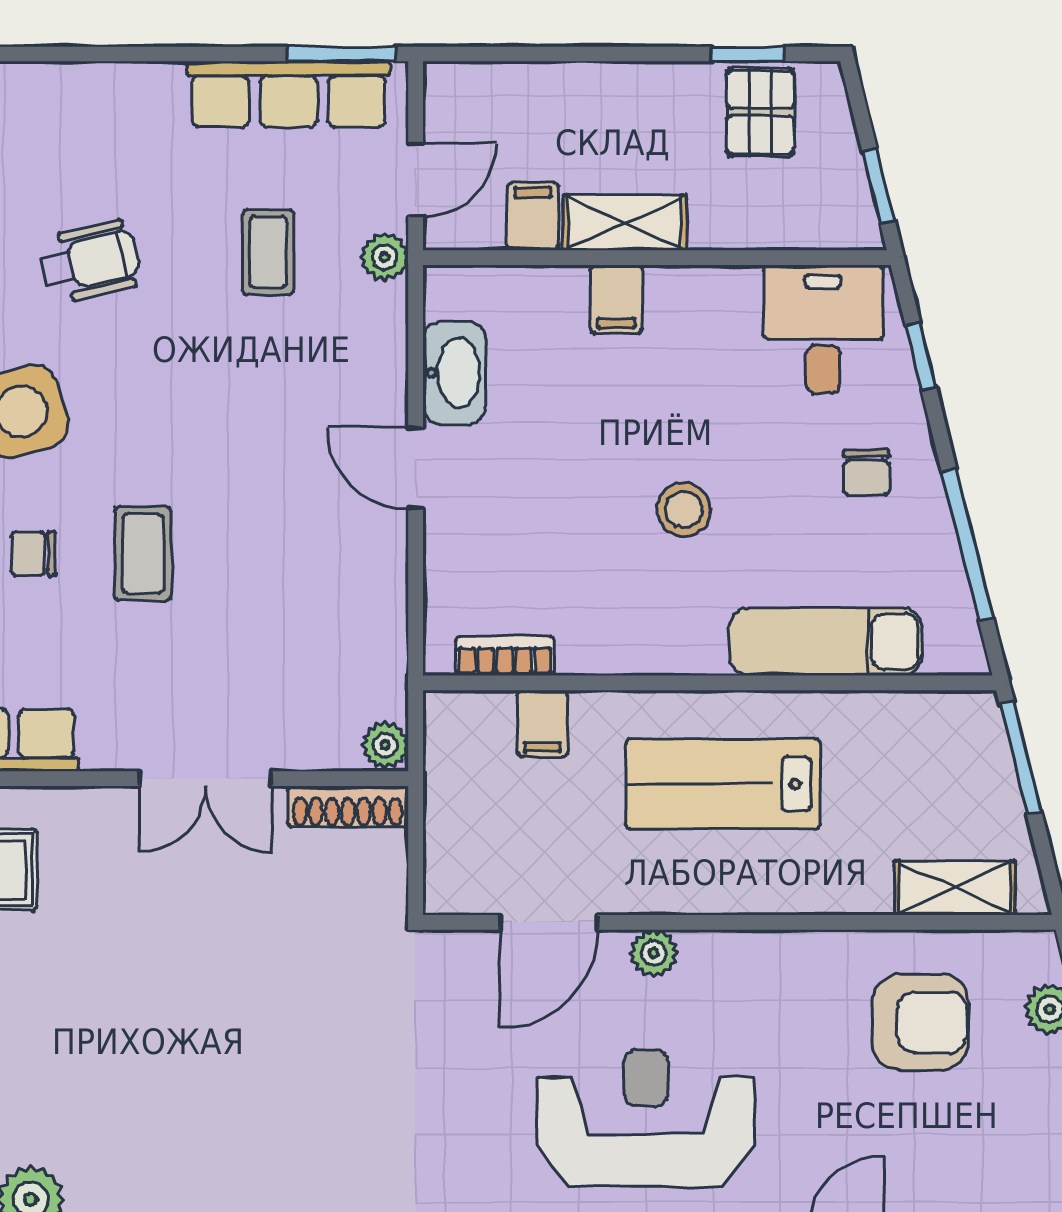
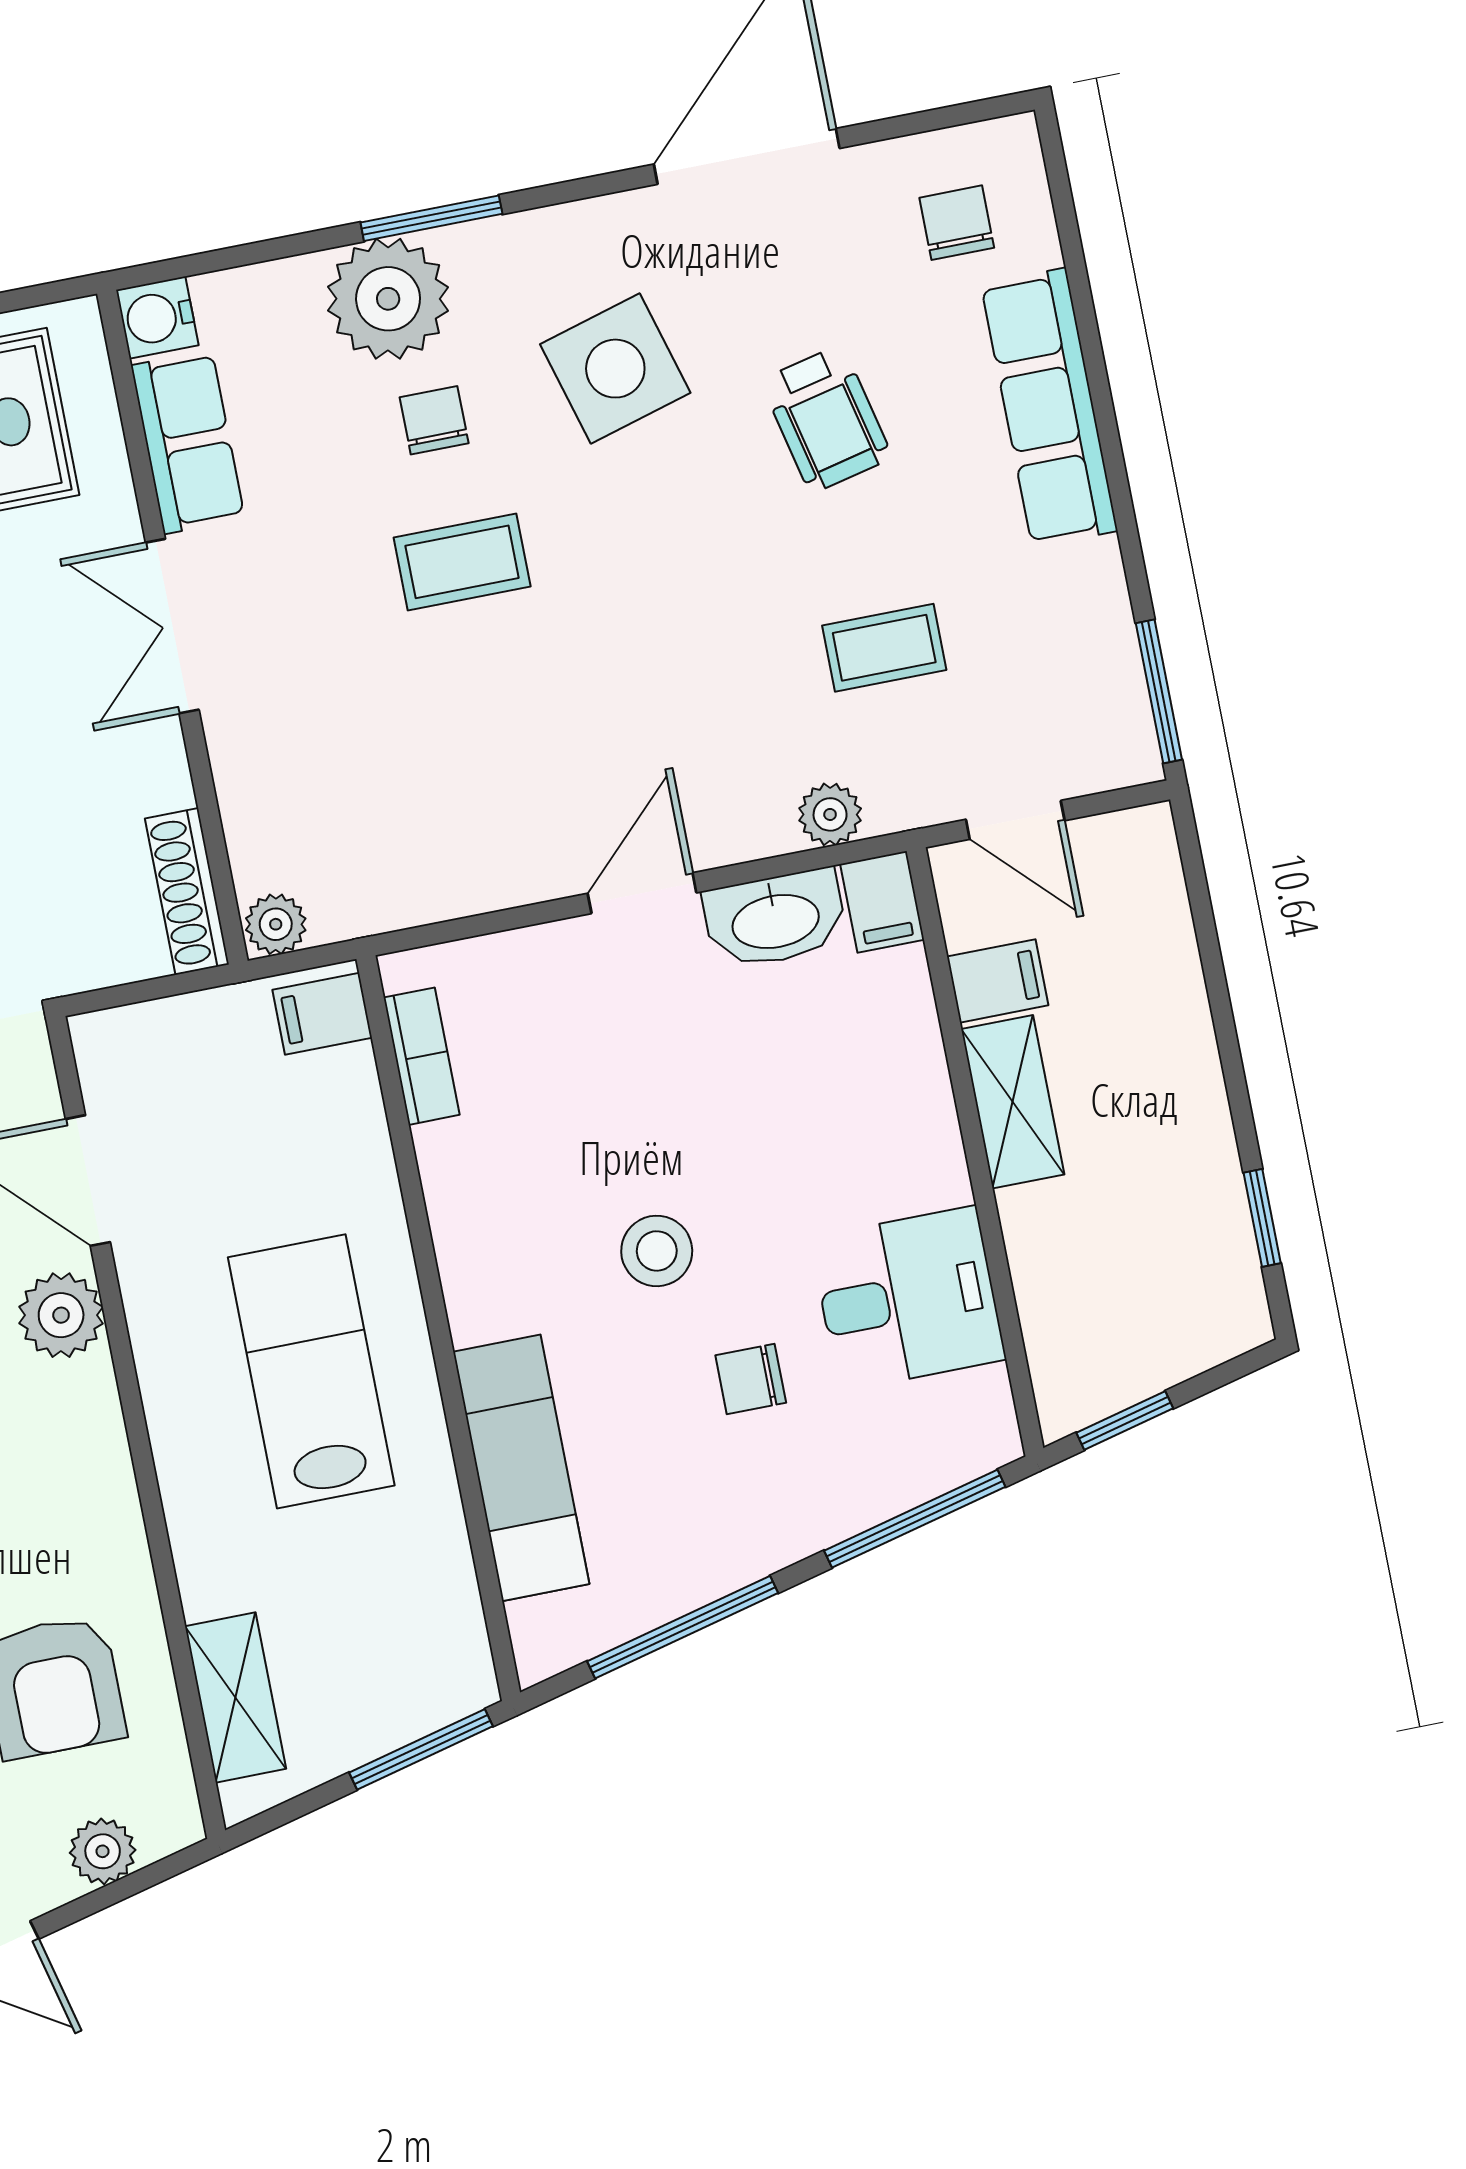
row of seats: (289, 94) -> (1049, 408), moved
pallet: (761, 112) -> (1190, 1249), removed
plant: (384, 257) -> (830, 814), moved
filing cabinet: (616, 299) -> (882, 902), moved, turned -90
desk: (823, 329) -> (908, 1299), moved
window: (921, 356) -> (915, 1519), width x2.17
chair: (866, 472) -> (751, 1379), moved
filing cabinet: (542, 724) -> (322, 1014), moved
double door: (206, 779) -> (172, 626), moved
plant: (654, 953) -> (61, 1315), width x1.38, depth x1.38

